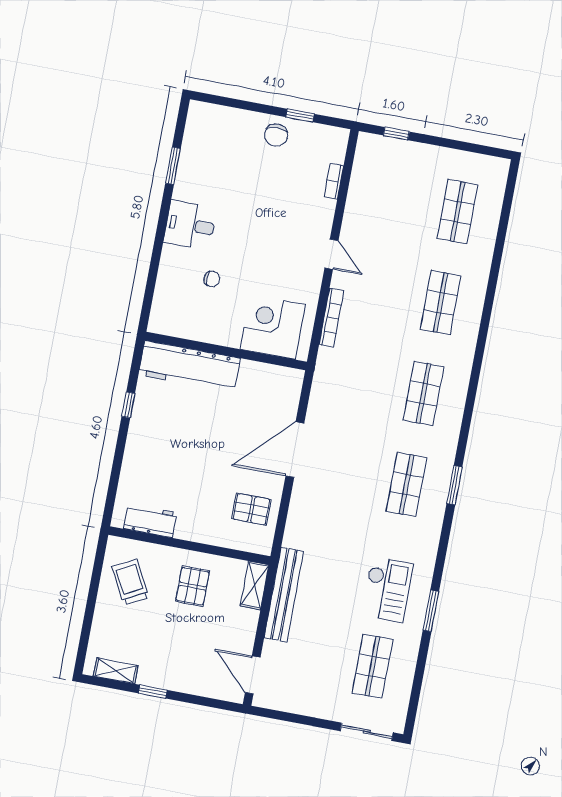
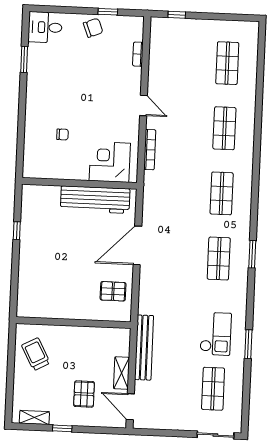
chair: (276, 135) -> (93, 28), turned -111
desk: (190, 225) -> (45, 27), moved
workbench: (189, 367) -> (95, 200), moved
workbench: (150, 521) -> (44, 309), removed
shelving: (255, 585) -> (122, 373), moved
pallet: (192, 586) -> (84, 394), moved

